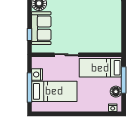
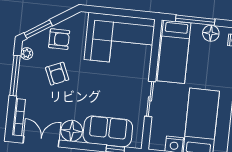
corner sofa: (105, 30) -> (120, 39), added

